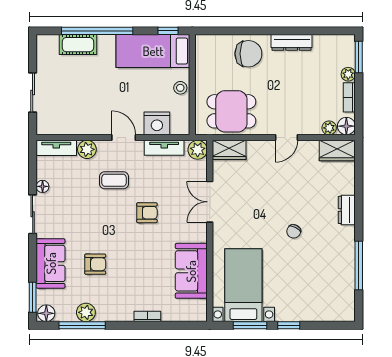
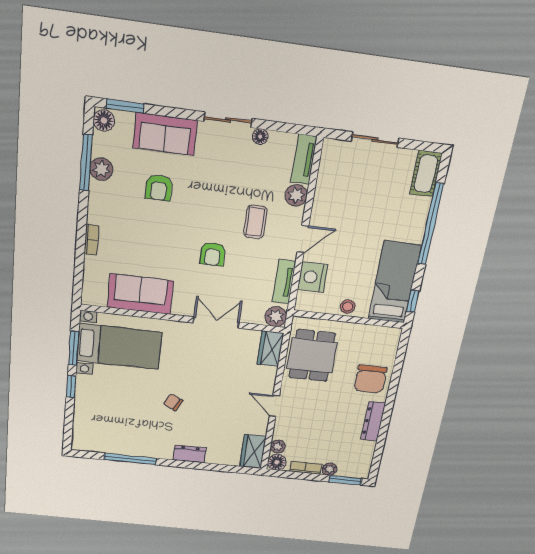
cot: (78, 45) -> (426, 174), moved

